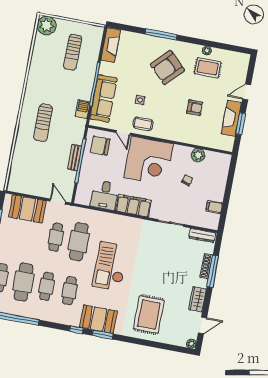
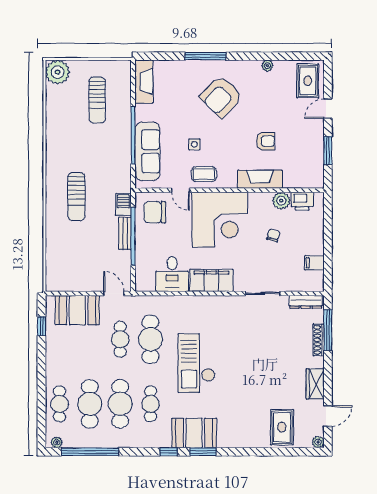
rug: (208, 68) -> (308, 81), moved, turned 90
barbecue: (83, 109) -> (123, 205), moved
fireplace: (231, 118) -> (260, 179), moved, turned 90
printer: (214, 159) -> (302, 201), added
window: (213, 271) -> (328, 330), moved
cafe table: (47, 286) -> (120, 404), width x1.37, depth x1.35
rug: (149, 315) -> (282, 427), moved, width x0.73, depth x0.70

